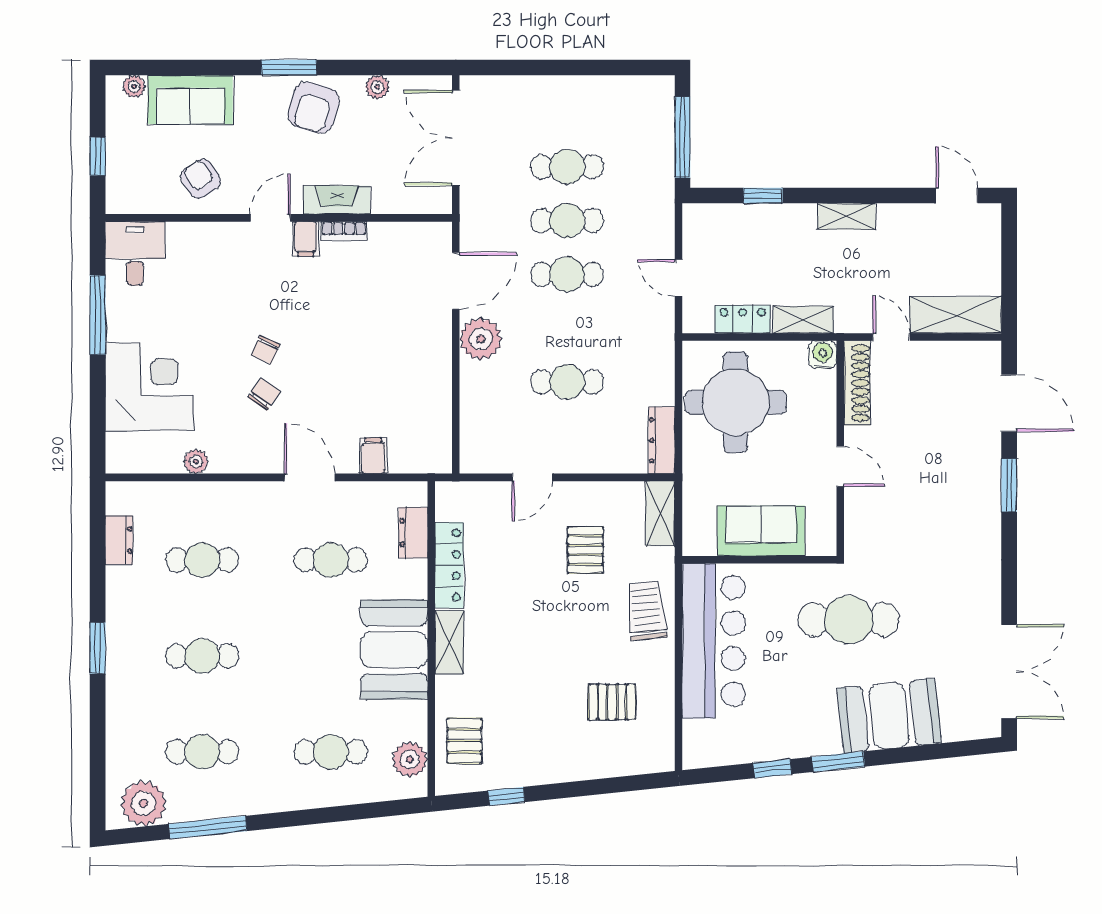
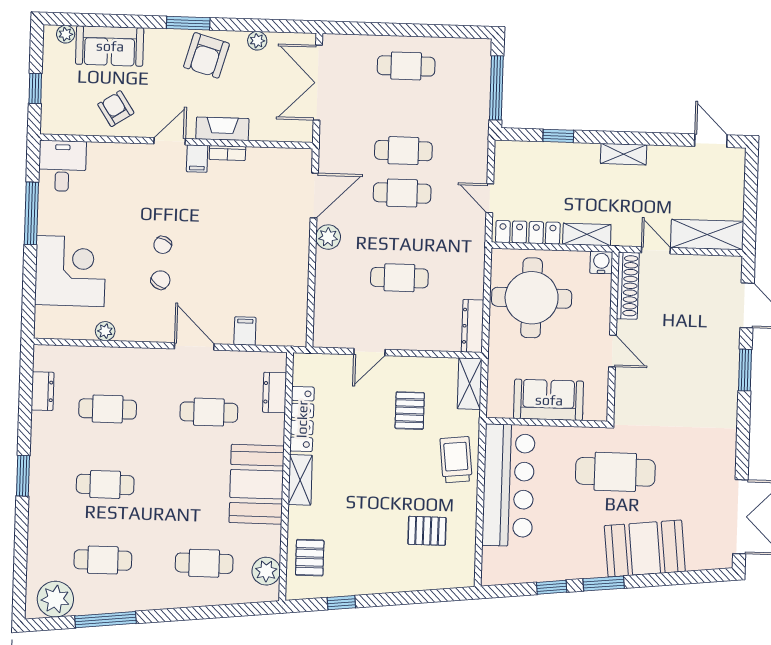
cafe table: (567, 167) -> (406, 66), moved
locker: (743, 319) -> (528, 232), width x1.53
plant: (481, 339) -> (328, 237), width x0.73, depth x0.73

